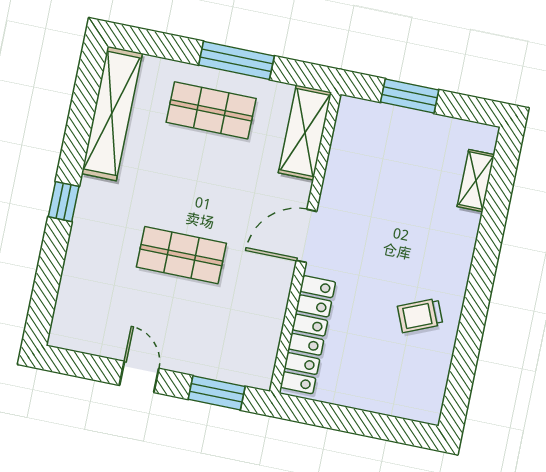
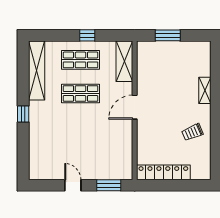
window: (236, 60) -> (87, 35), width x0.46
shelving: (476, 181) -> (205, 90), moved
shop shelf: (181, 255) -> (81, 94), moved
locker: (308, 335) -> (163, 172), moved, turned -90

